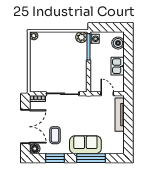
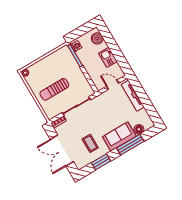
plant: (81, 37) -> (65, 51), removed
sun lounger: (51, 67) -> (54, 89), added
double door: (25, 127) -> (62, 150), swing flipped
floor lamp: (35, 149) -> (139, 129), moved

